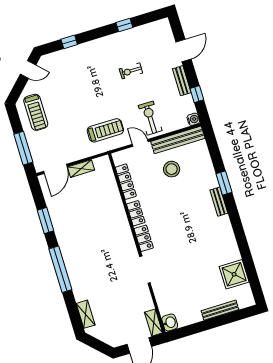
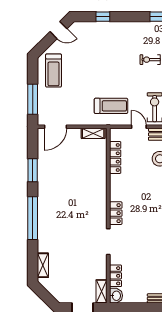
shelving: (81, 169) -> (93, 133), moved
locker: (136, 213) -> (116, 276), moved

